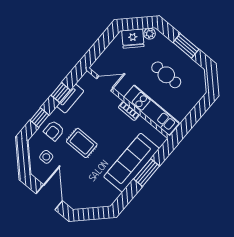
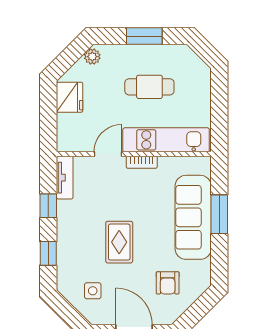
fridge: (133, 38) -> (70, 97), moved, turned -45
door: (105, 83) -> (108, 154), moved
tv unit: (70, 99) -> (65, 178), moved
armchair: (54, 131) -> (168, 283), moved
rug: (82, 143) -> (119, 242), turned 90

